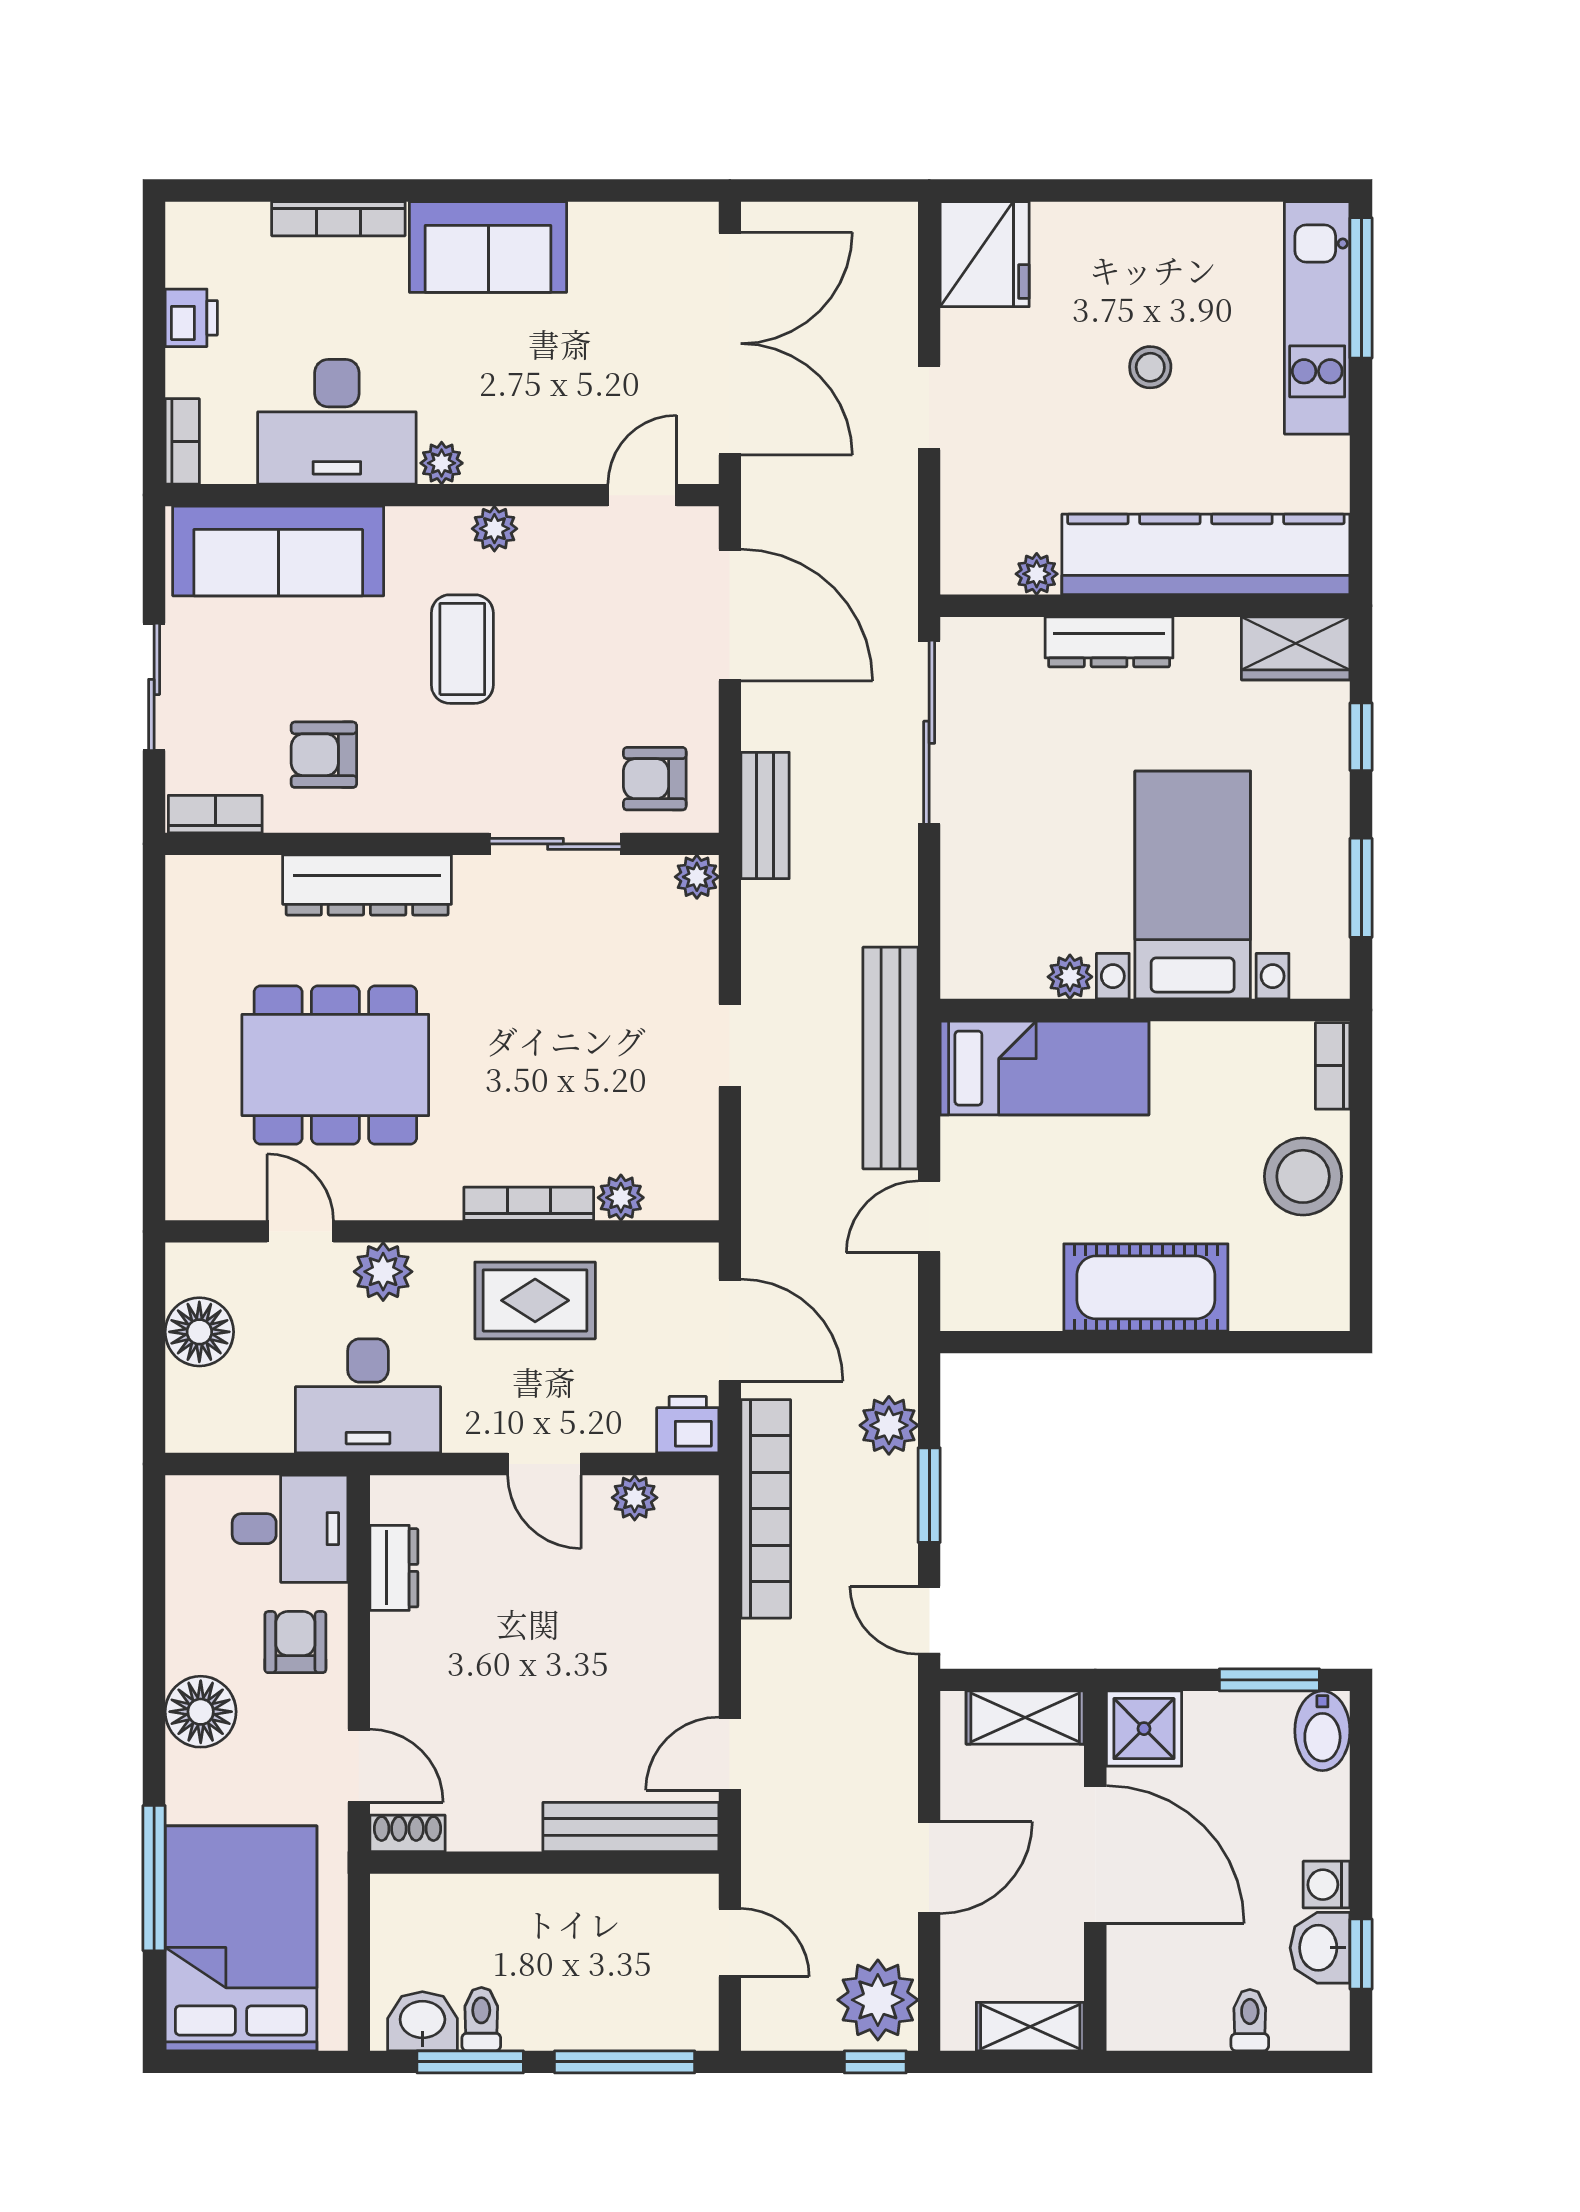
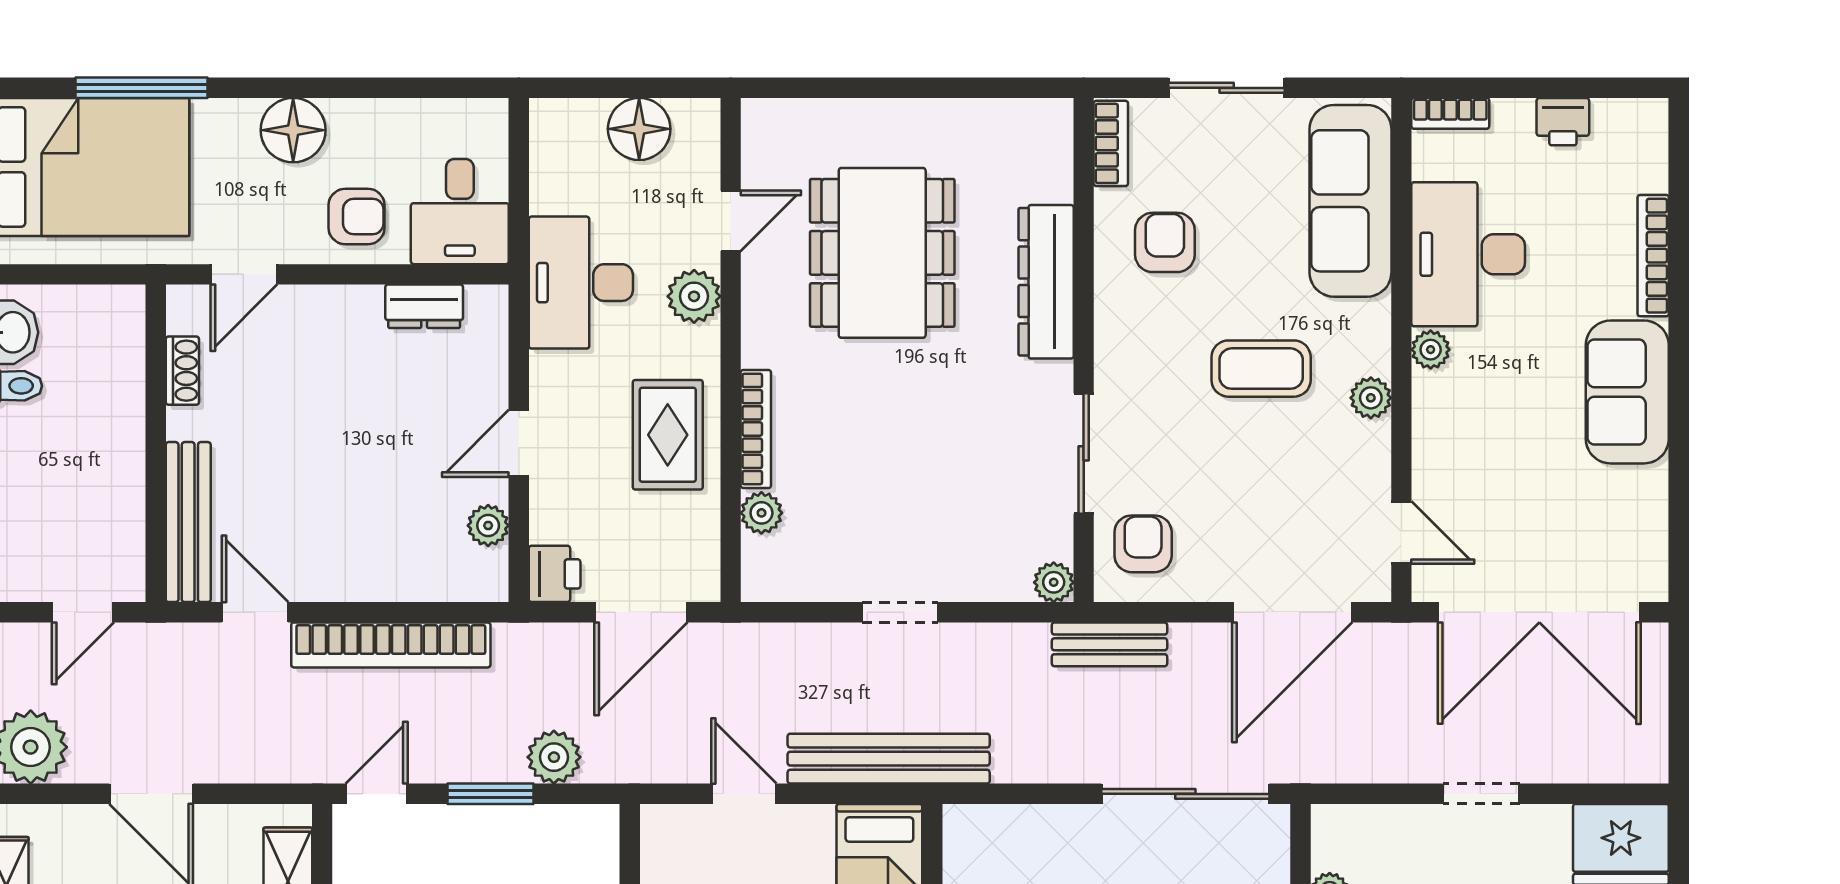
bookcase: (766, 1509) -> (391, 645), moved
shoe rack: (408, 1833) -> (182, 371), moved

